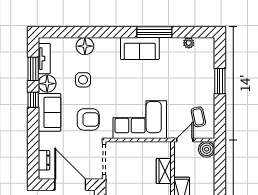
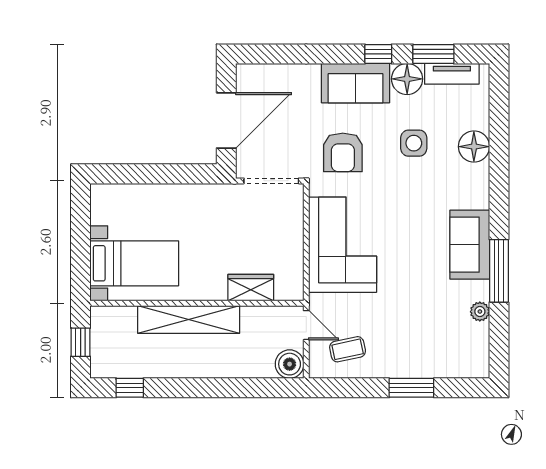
plant: (189, 43) -> (480, 312), moved
dresser: (44, 160) -> (270, 73), removed

